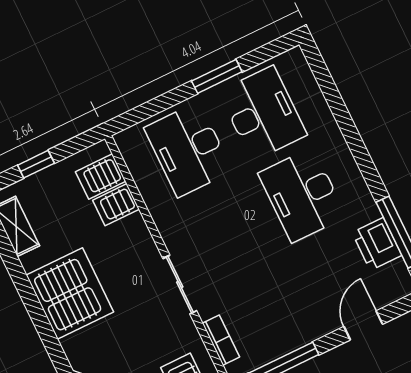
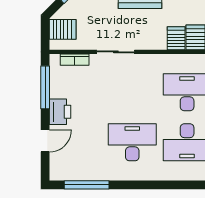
printer: (377, 244) -> (60, 112), moved, turned 90
door: (363, 325) -> (45, 141), hinge flipped

